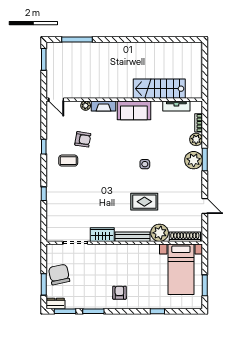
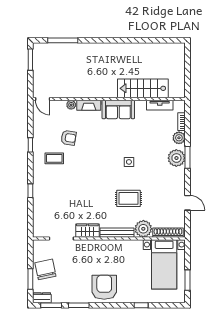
armchair: (119, 293) -> (104, 287), width x1.88, depth x1.88

